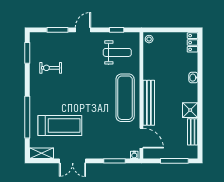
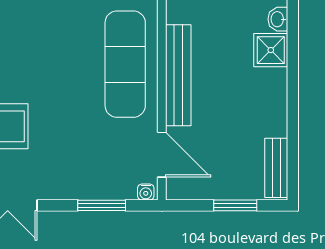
shower: (190, 110) -> (271, 50), moved
bench: (193, 132) -> (276, 168), moved
window: (174, 161) -> (235, 205), width x0.69

